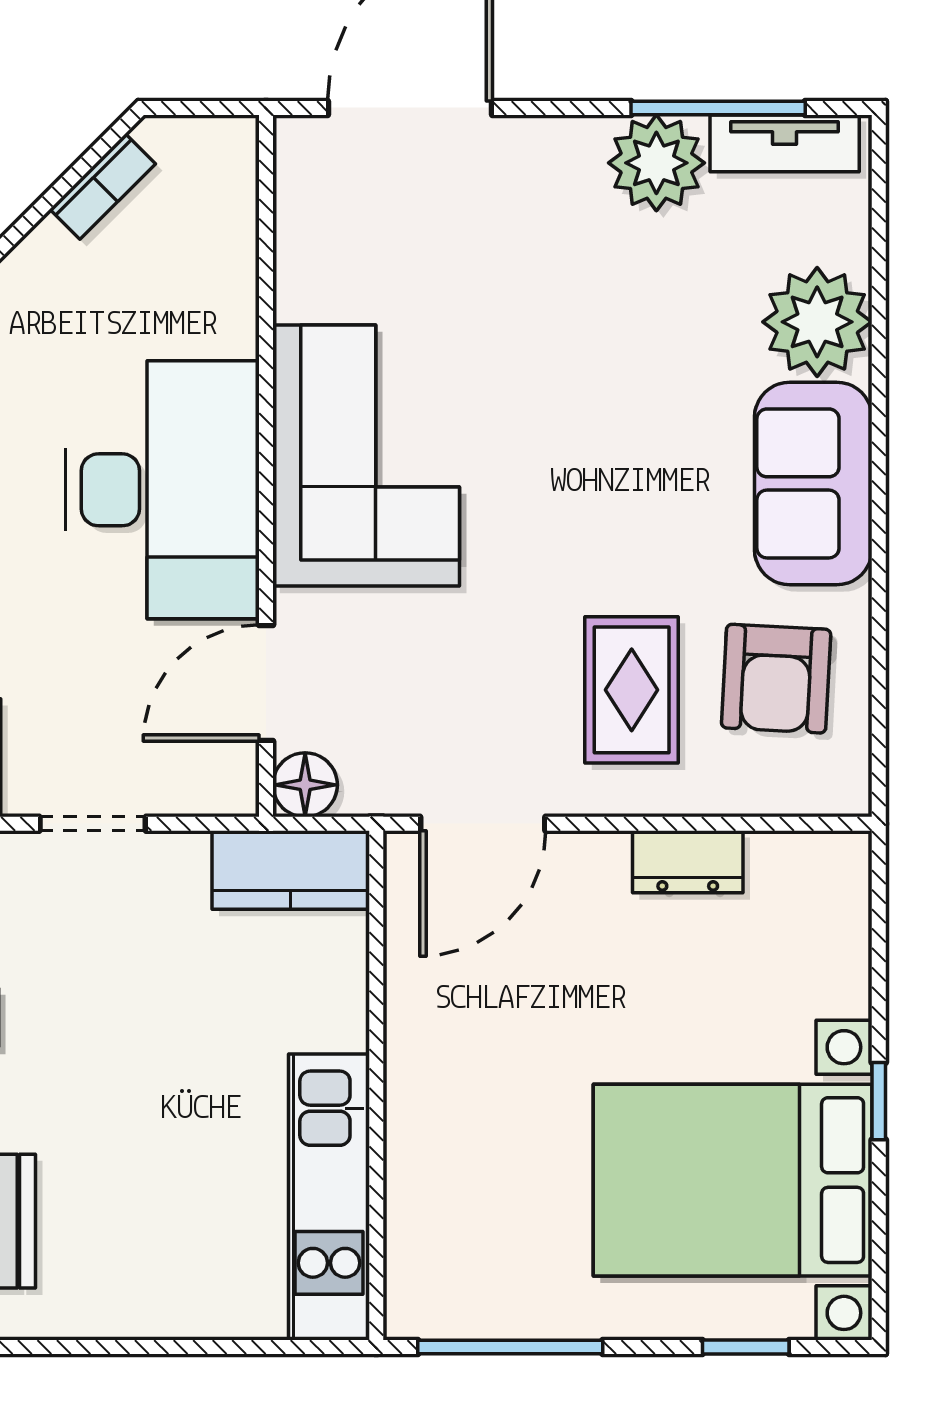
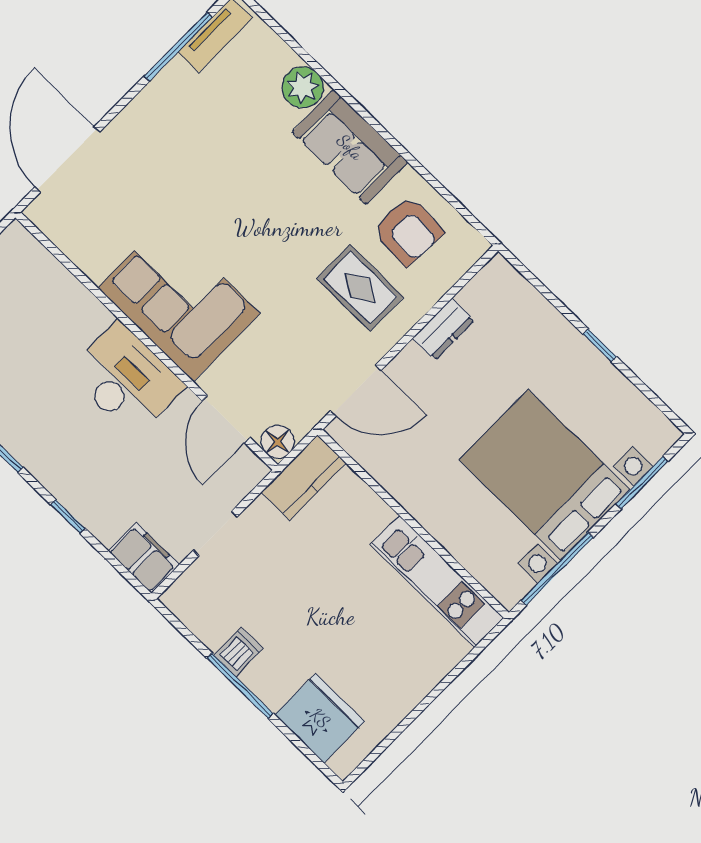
plant: (656, 163) -> (176, 89), removed
plant: (817, 322) -> (303, 87), width x0.73, depth x0.73
desk: (163, 490) -> (126, 379), width x0.73, depth x0.77
door: (483, 824) -> (356, 391), hinge flipped
bed with nightstands: (733, 1180) -> (545, 475), moved, turned 90
window: (746, 1347) -> (642, 483), width x1.50

